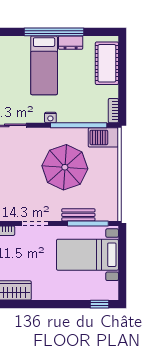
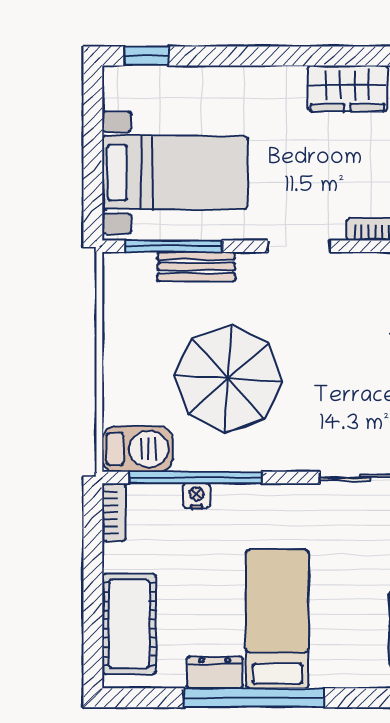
nightstand: (50, 118) -> (197, 496), moved

